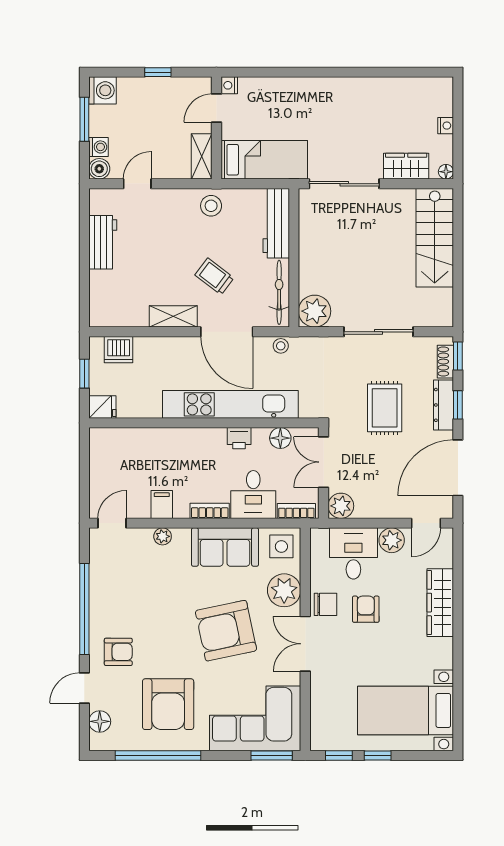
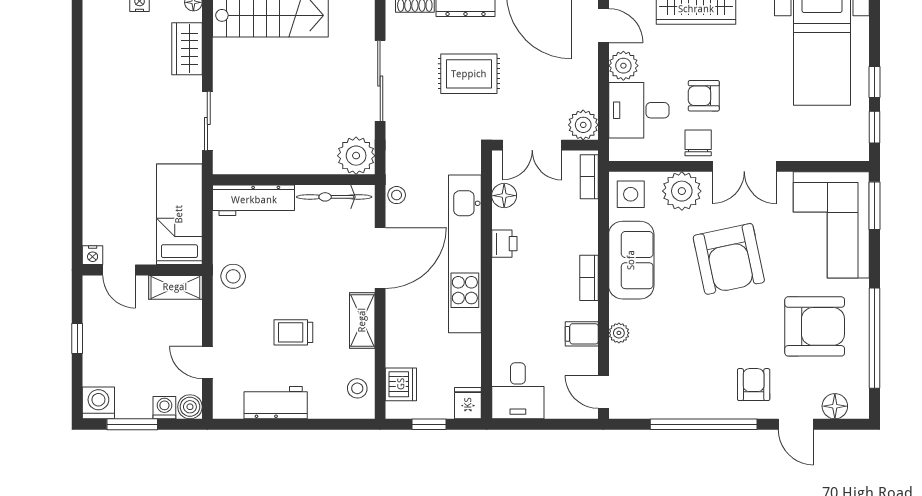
sliding door: (344, 184) -> (207, 121), width x0.73
trolley: (214, 276) -> (293, 332), moved, turned 53
stool: (115, 312) -> (357, 388), added
desk: (253, 495) -> (518, 391), moved, turned 90

